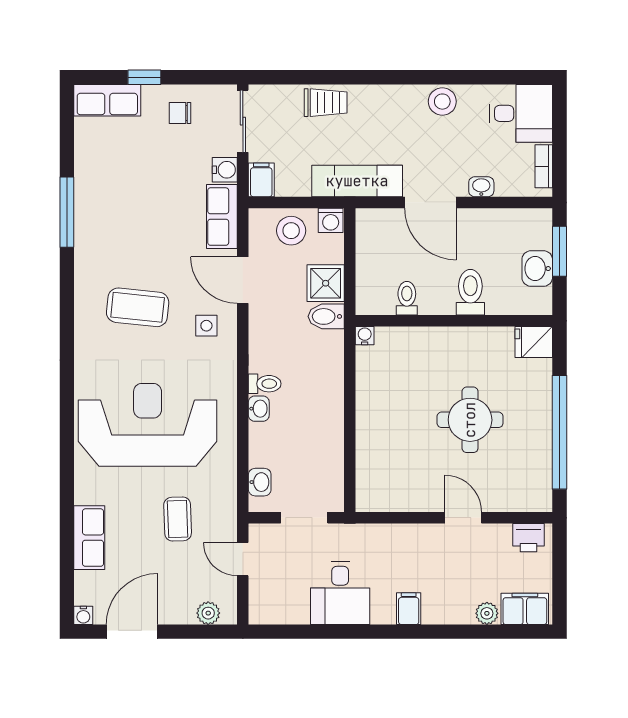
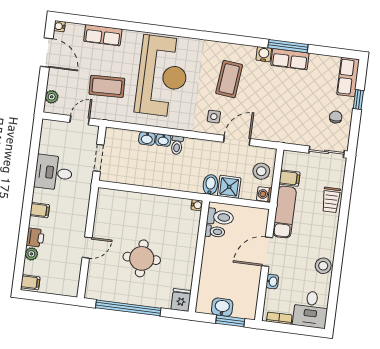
water cooler: (225, 170) -> (264, 54), moved, turned 180
filing cabinet: (261, 180) -> (290, 178), moved
row of seats: (222, 217) -> (290, 59), moved, turned 180
toilet: (470, 292) -> (220, 217), moved
washbasin: (260, 482) -> (147, 139), moved
coffee table: (178, 519) -> (107, 86), width x1.36, depth x1.30
printer: (528, 538) -> (35, 238), moved, turned 180
filing cabinet: (525, 609) -> (30, 282), width x0.50

